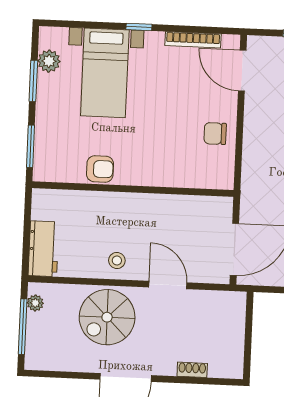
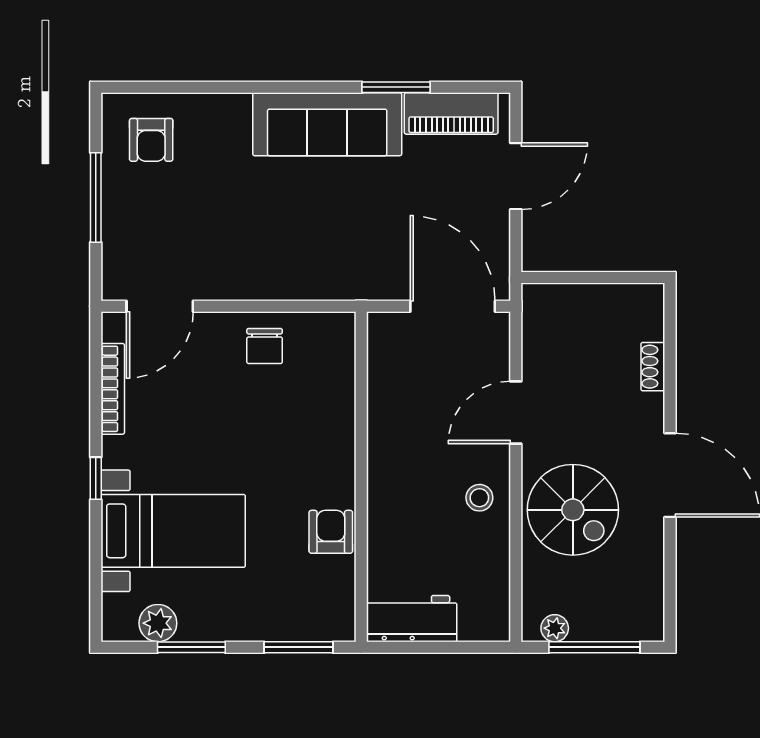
workbench: (44, 249) -> (412, 619), moved

